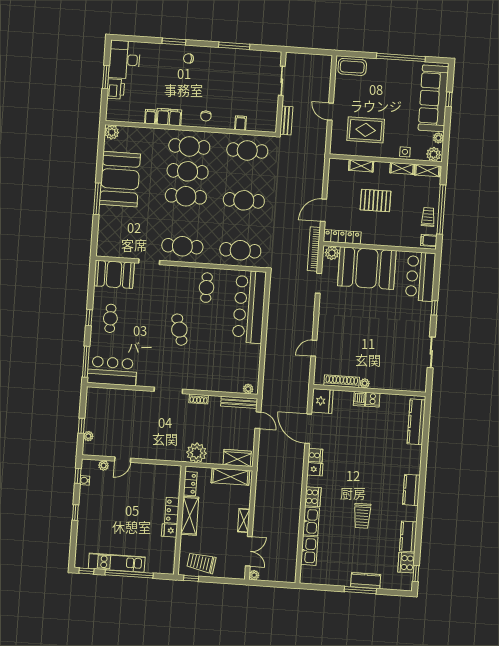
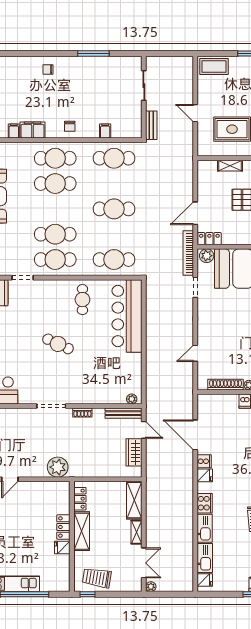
window: (174, 42) -> (32, 53), removed
cafe table: (186, 196) -> (55, 234), moved
locker: (342, 237) -> (209, 239), width x0.66
cafe table: (179, 330) -> (58, 344), turned -50
fridge: (322, 401) -> (205, 580), moved, width x0.53, depth x0.75
plant: (197, 453) -> (58, 467), moved
wardrobe: (237, 458) -> (134, 452), moved, turned -90
shelving: (230, 477) -> (134, 500), moved, turned 90

